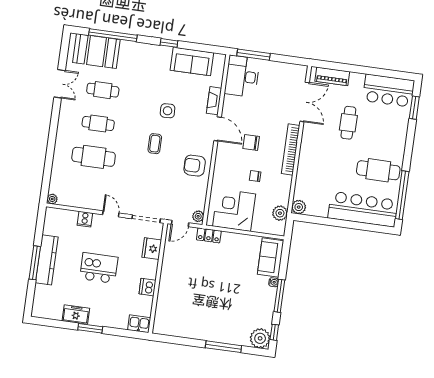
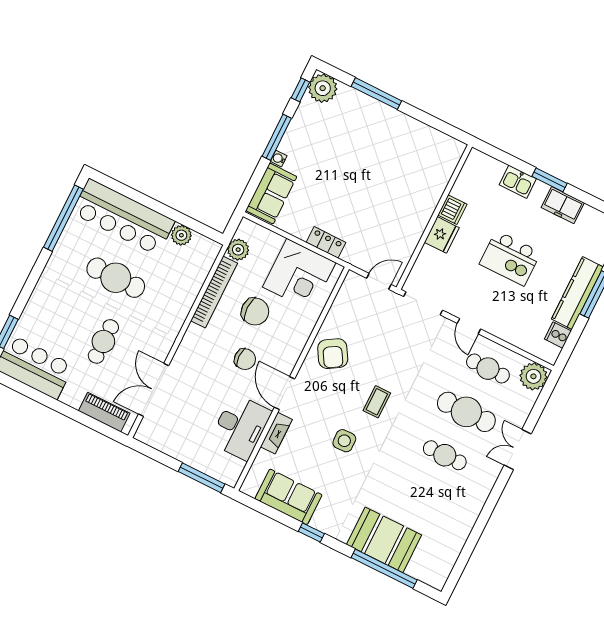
booth: (96, 51) -> (384, 540), moved
desk: (242, 76) -> (240, 427), moved
double door: (60, 84) -> (518, 450), moved
cafe table: (103, 90) -> (488, 369), moved
bookcase: (291, 150) -> (214, 292), moved
armchair: (195, 166) -> (333, 354), turned 59
cafe table: (378, 170) -> (116, 278), moved
chair: (255, 176) -> (255, 312), width x1.87, depth x1.87
plant: (52, 199) -> (533, 376), width x1.88, depth x1.88
plant: (299, 207) -> (181, 235), moved
plant: (198, 216) -> (351, 283), removed
cooker: (85, 219) -> (558, 335), moved, turned -90
locker: (209, 235) -> (326, 242), moved
fridge: (152, 249) -> (442, 235), moved
kitchen sink: (139, 324) -> (518, 182), moved

